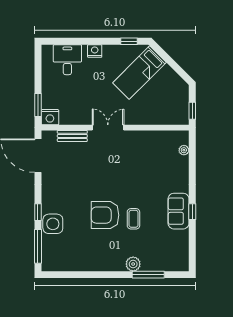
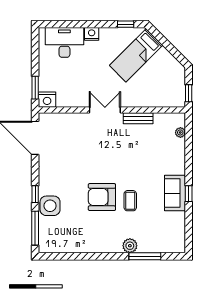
desk: (67, 60) -> (64, 42), width x1.37
bench: (72, 136) -> (138, 118), moved

